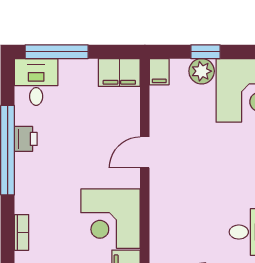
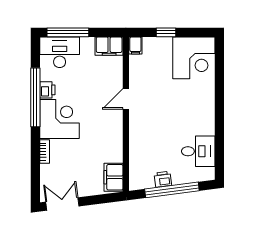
plant: (202, 71) -> (163, 45), removed
desk: (36, 82) -> (60, 52), width x1.37
corner desk: (111, 219) -> (60, 119), moved, turned 180

